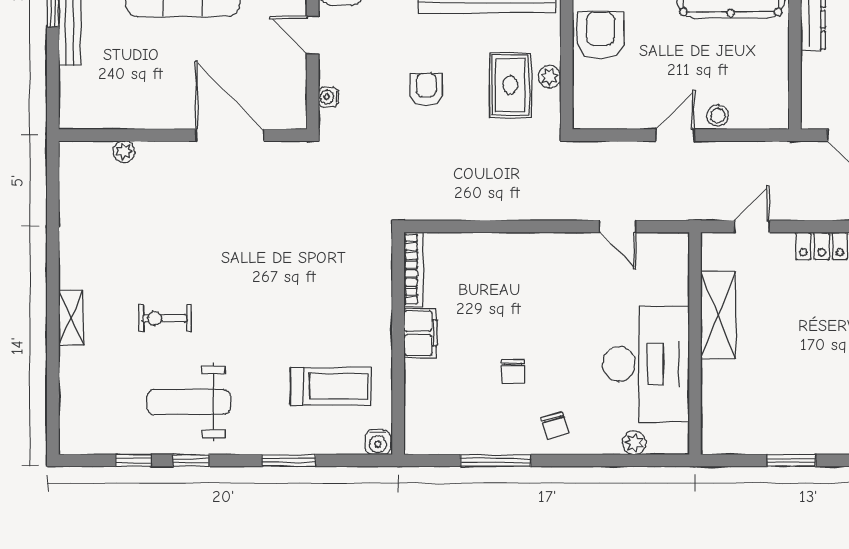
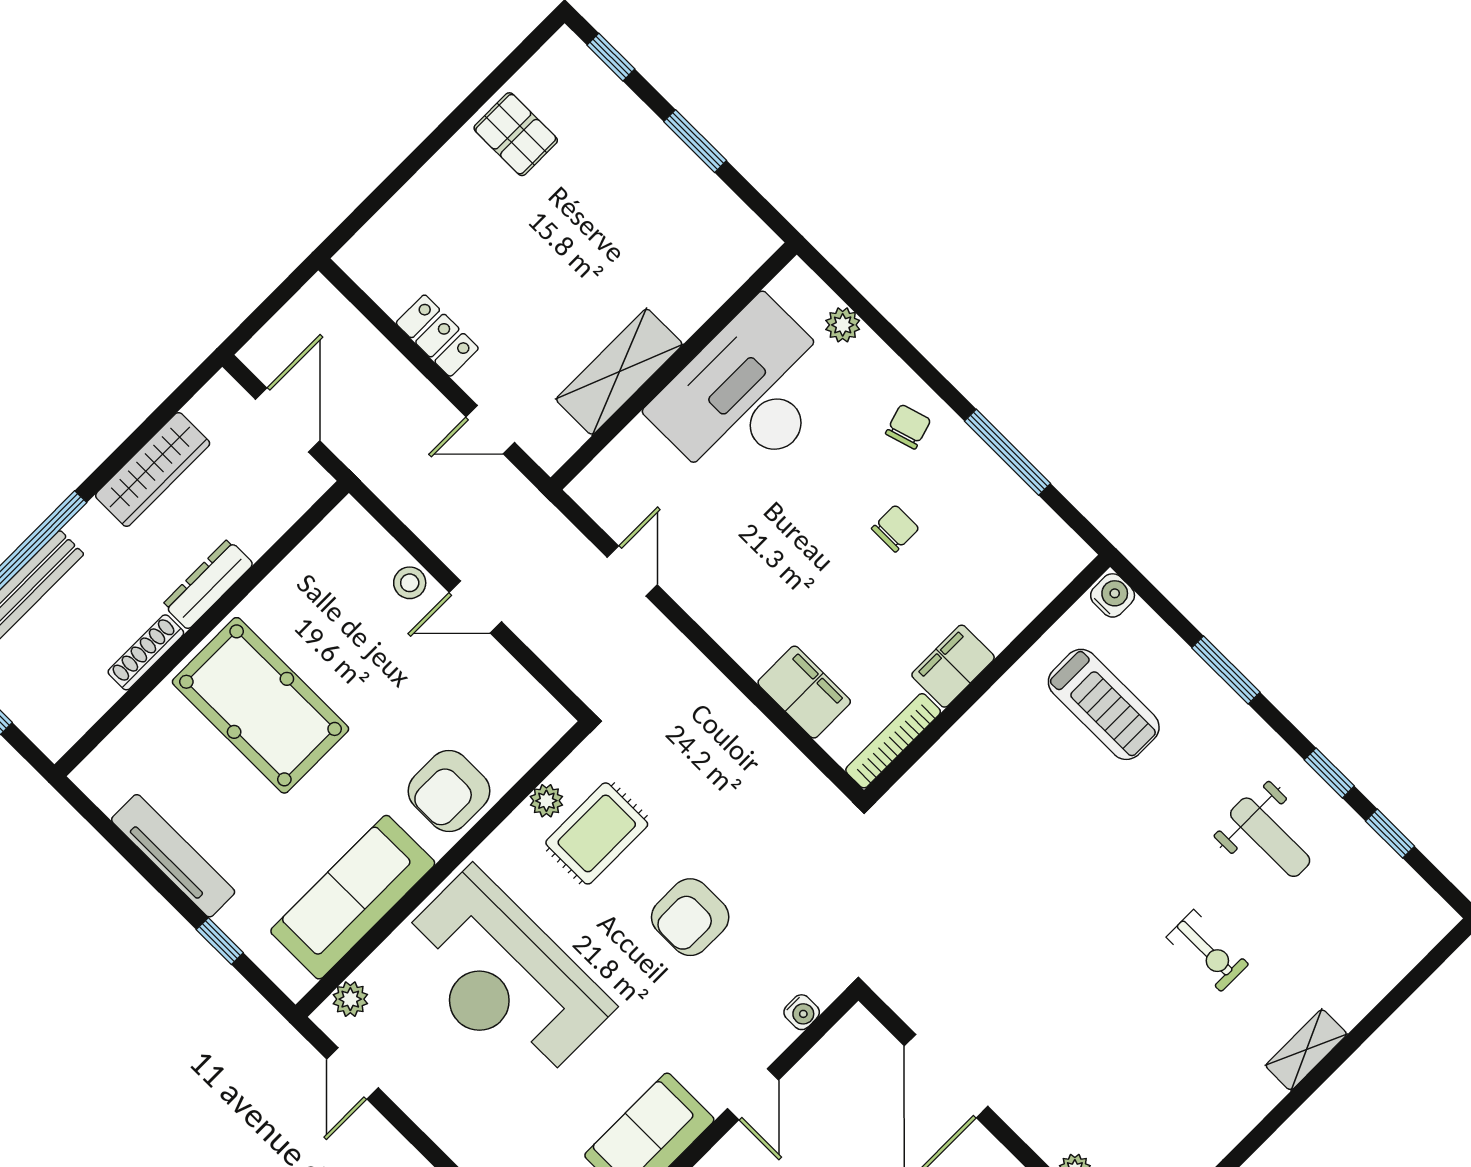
armchair: (426, 89) -> (690, 917), width x1.38, depth x1.38
filing cabinet: (479, 250) -> (804, 692), added
treadmill: (331, 386) -> (1104, 704), turned 180
weight bench: (189, 402) -> (1270, 837), width x0.73, depth x0.75

